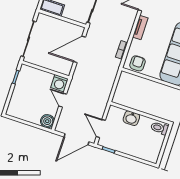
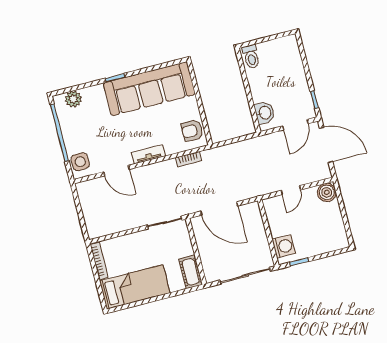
washing machine: (59, 83) -> (284, 246), moved
washbasin: (131, 118) -> (265, 113), moved

